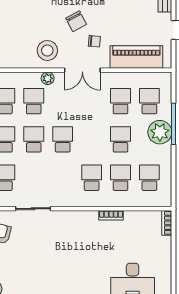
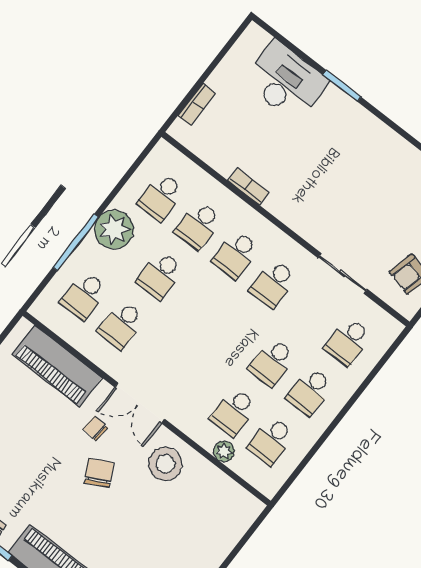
double door: (82, 70) -> (140, 403), swing flipped
plant: (48, 78) -> (224, 451), moved
plant: (160, 132) -> (114, 230), moved
school desk: (63, 139) -> (273, 284), moved
bookcase: (167, 223) -> (197, 105), moved

